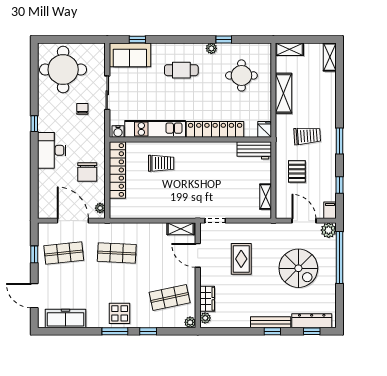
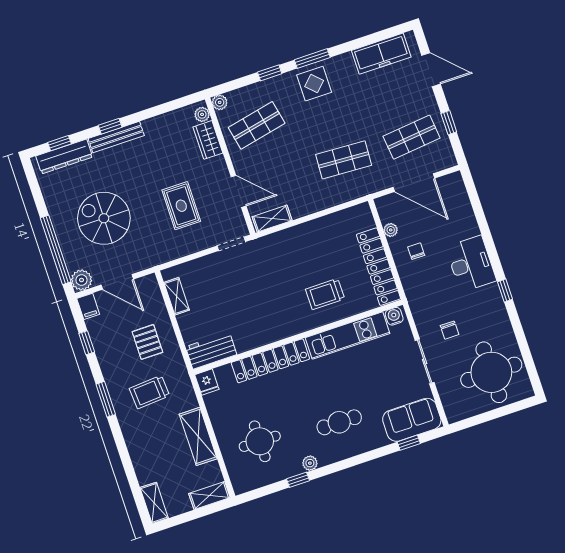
chair: (87, 172) -> (416, 251), width x0.54, depth x0.54
plant: (100, 208) -> (391, 230), moved

